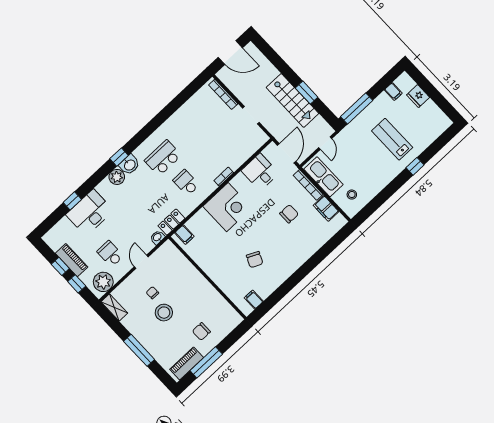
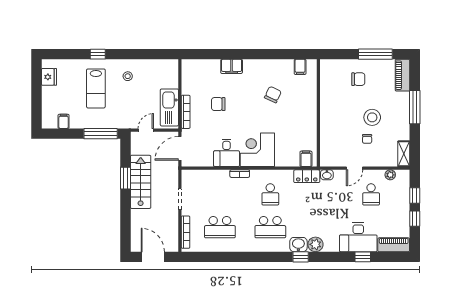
fridge: (418, 96) -> (49, 77), moved
school desk: (201, 122) -> (220, 227), added
desk: (260, 172) -> (227, 153), moved
stool: (352, 195) -> (128, 76), moved
filing cabinet: (326, 208) -> (232, 66), moved, turned 90
piano: (72, 260) -> (394, 245), moved, turned 90
plant: (103, 282) -> (390, 175), width x0.53, depth x0.53
piano: (187, 363) -> (402, 75), moved, turned 90

